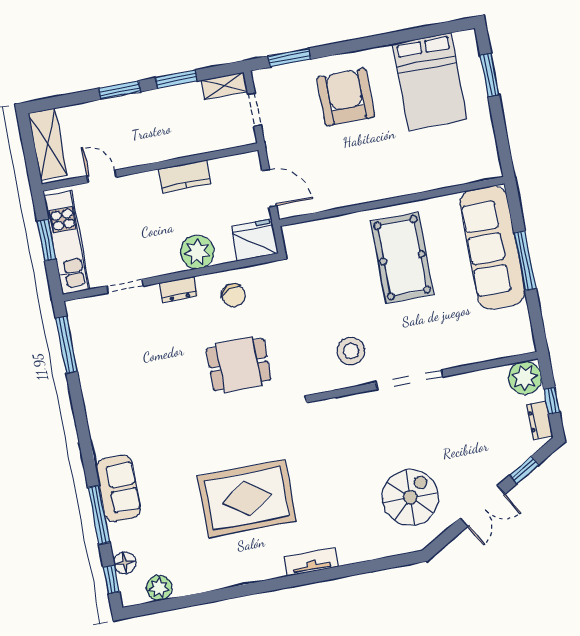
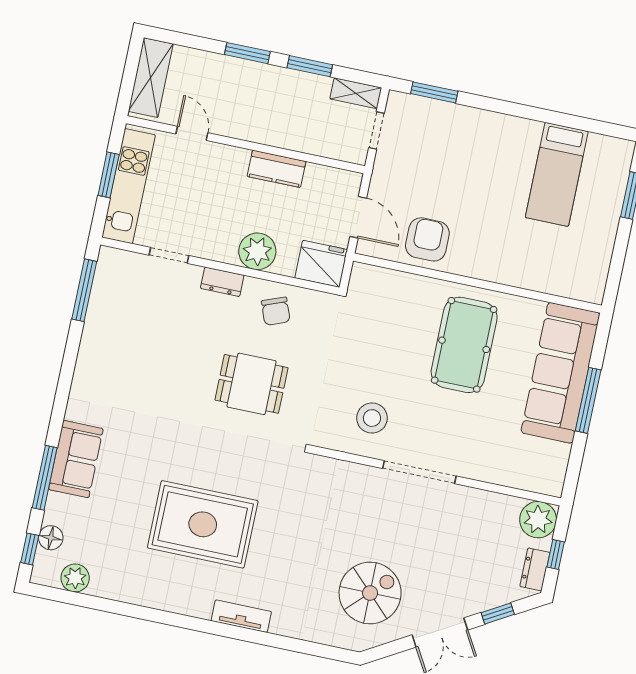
bed: (430, 81) -> (557, 174), width x0.67
armchair: (346, 97) -> (427, 239), moved, width x0.73, depth x0.73

